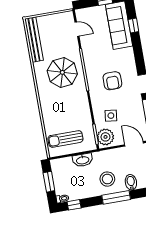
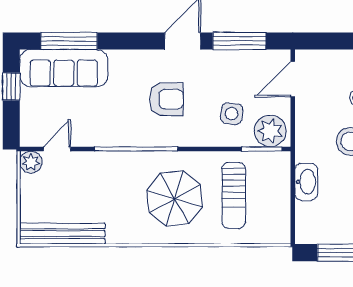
plant: (68, 17) -> (31, 162), added
window: (133, 25) -> (69, 41), width x2.17
parasol: (62, 72) -> (175, 199), moved
sun lounger: (65, 139) -> (234, 195), moved

